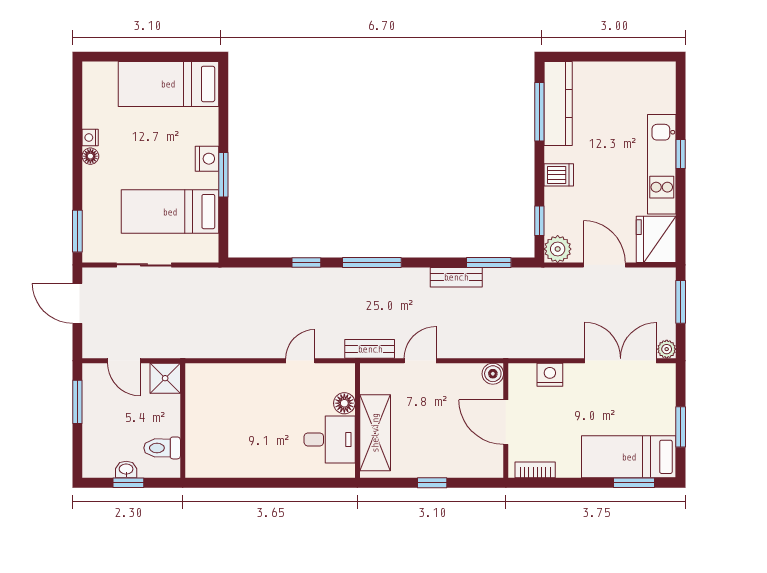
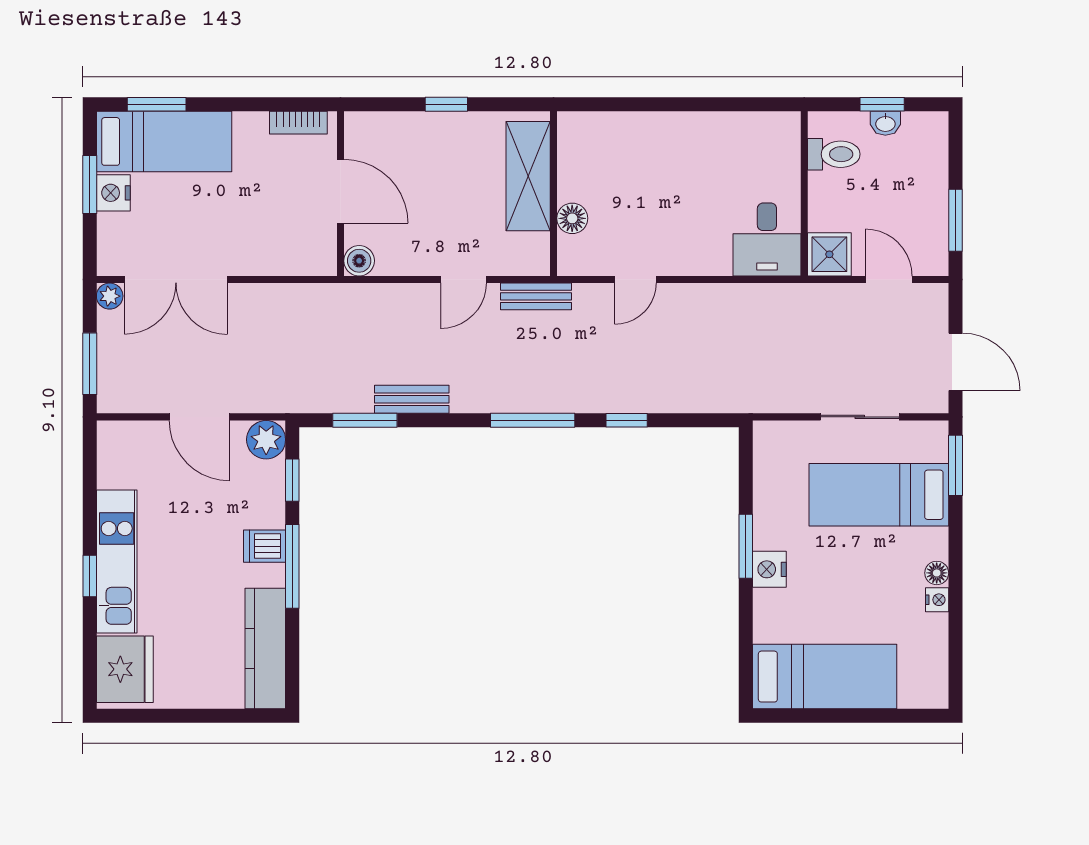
window: (539, 112) -> (292, 566), moved
bed: (170, 212) -> (879, 495), moved, turned 180
fridge: (656, 239) -> (125, 669), moved
nightstand: (550, 375) -> (113, 193), moved, turned 90
desk: (330, 439) -> (767, 239), moved, turned -90

